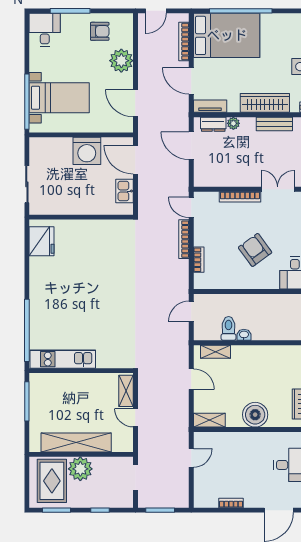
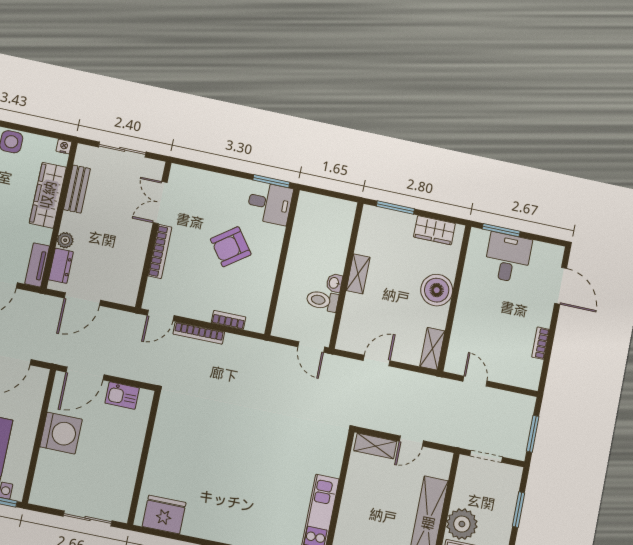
door: (191, 311) -> (311, 347), moved
shelving: (216, 352) -> (358, 274), moved
window: (100, 510) -> (518, 510), width x1.50

